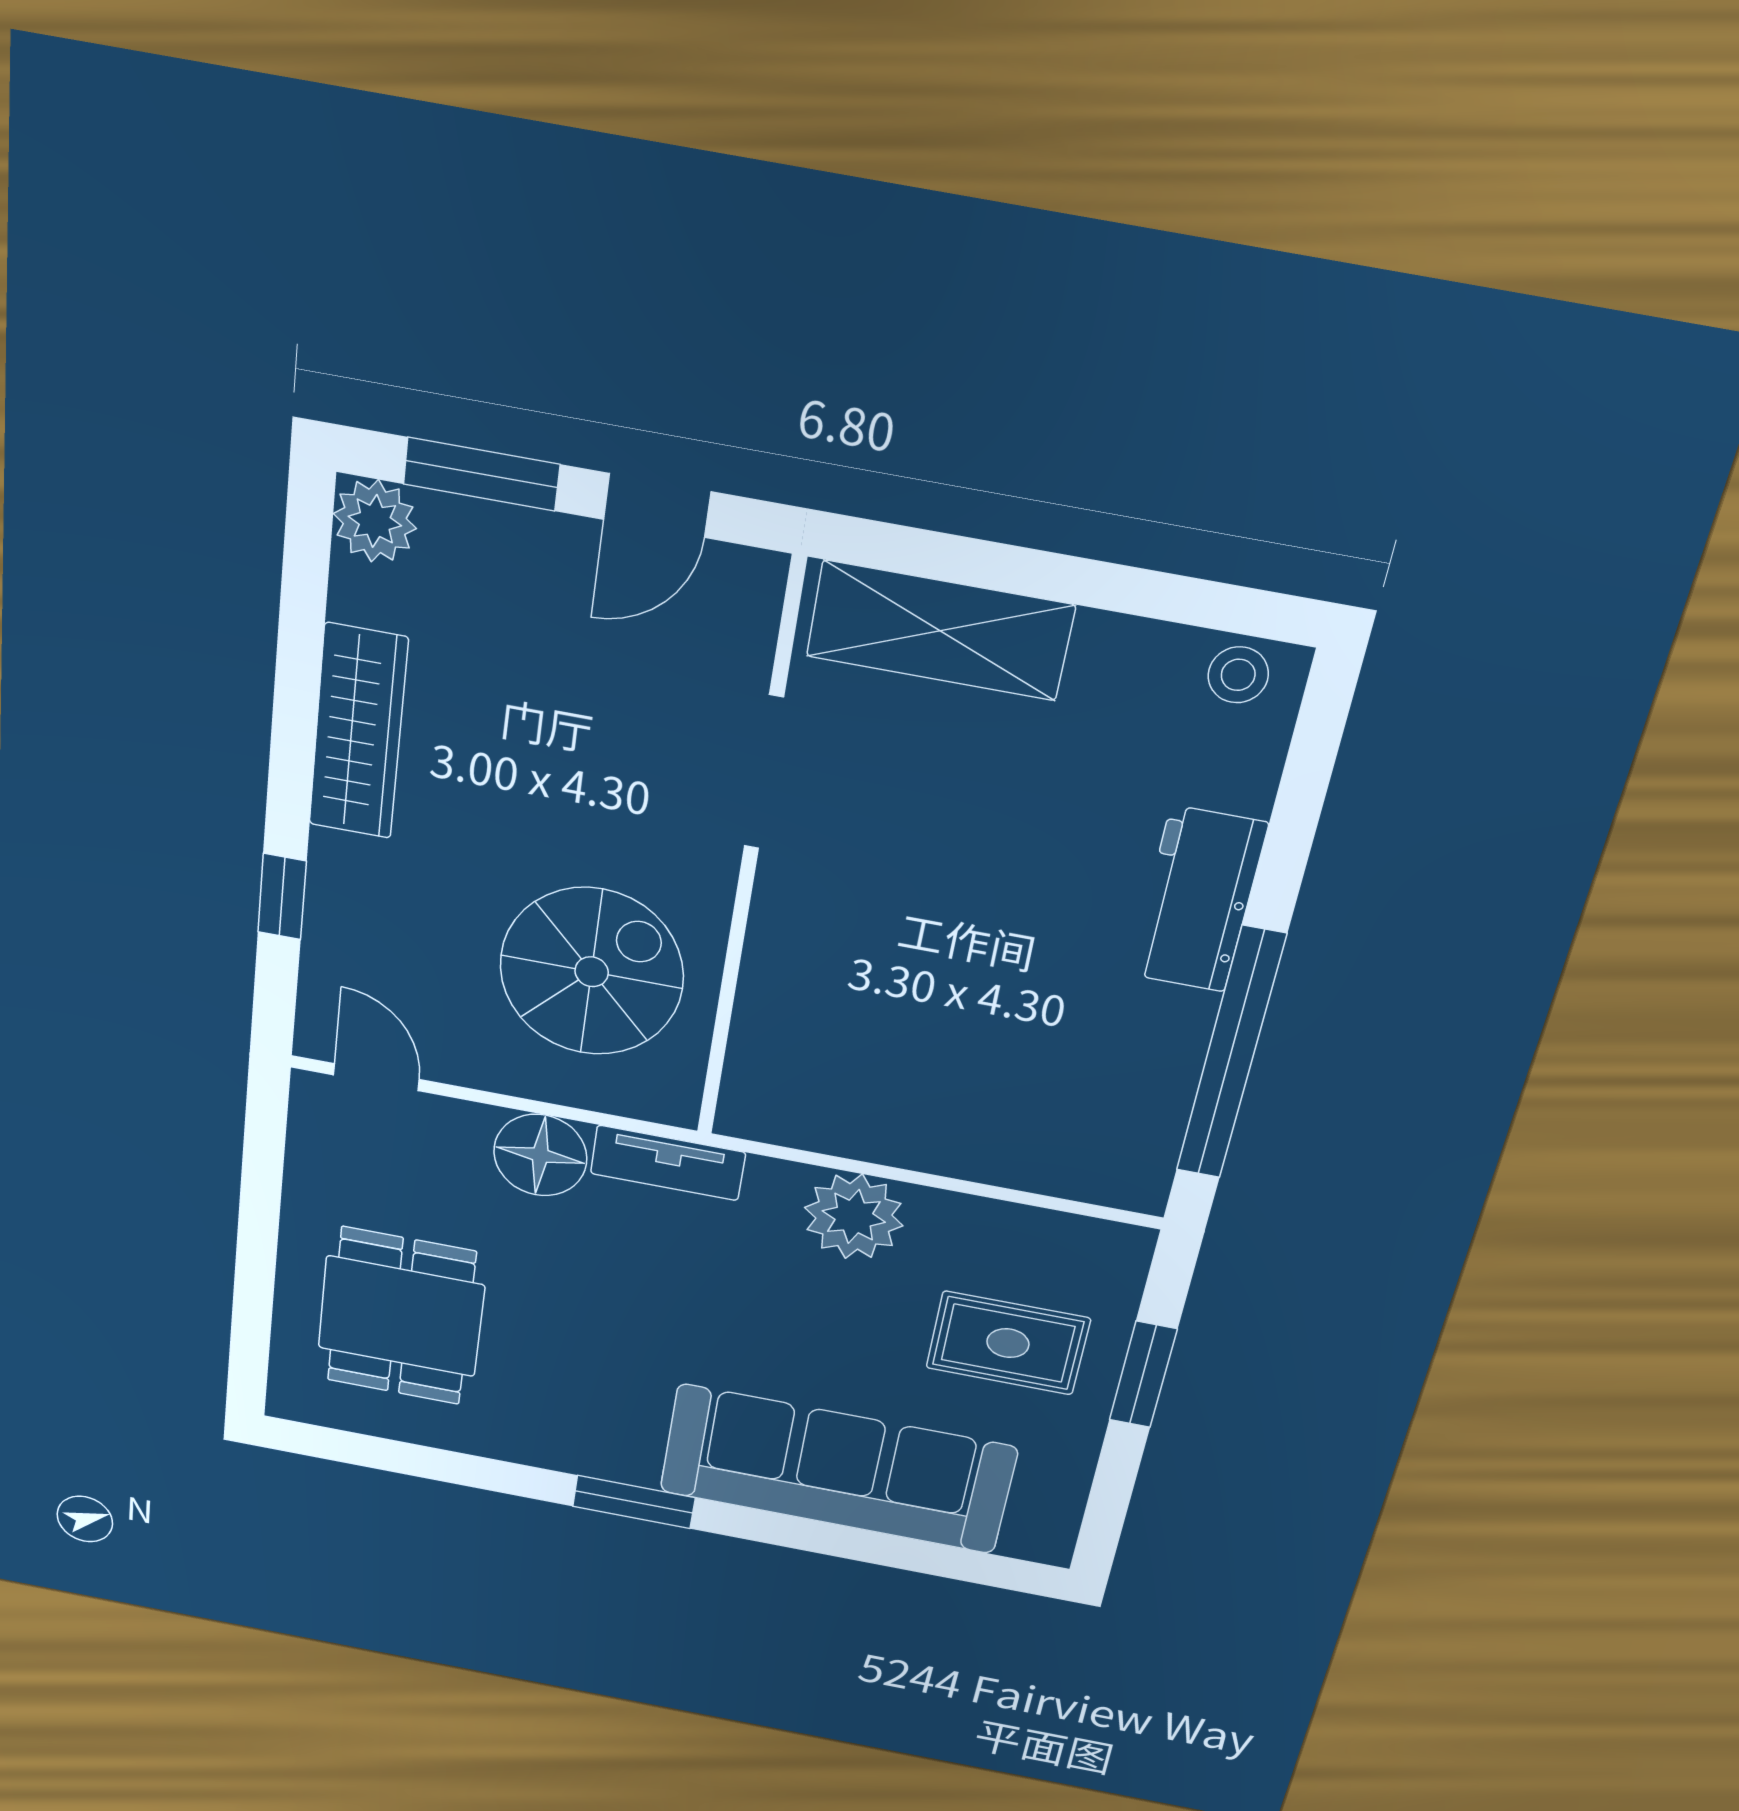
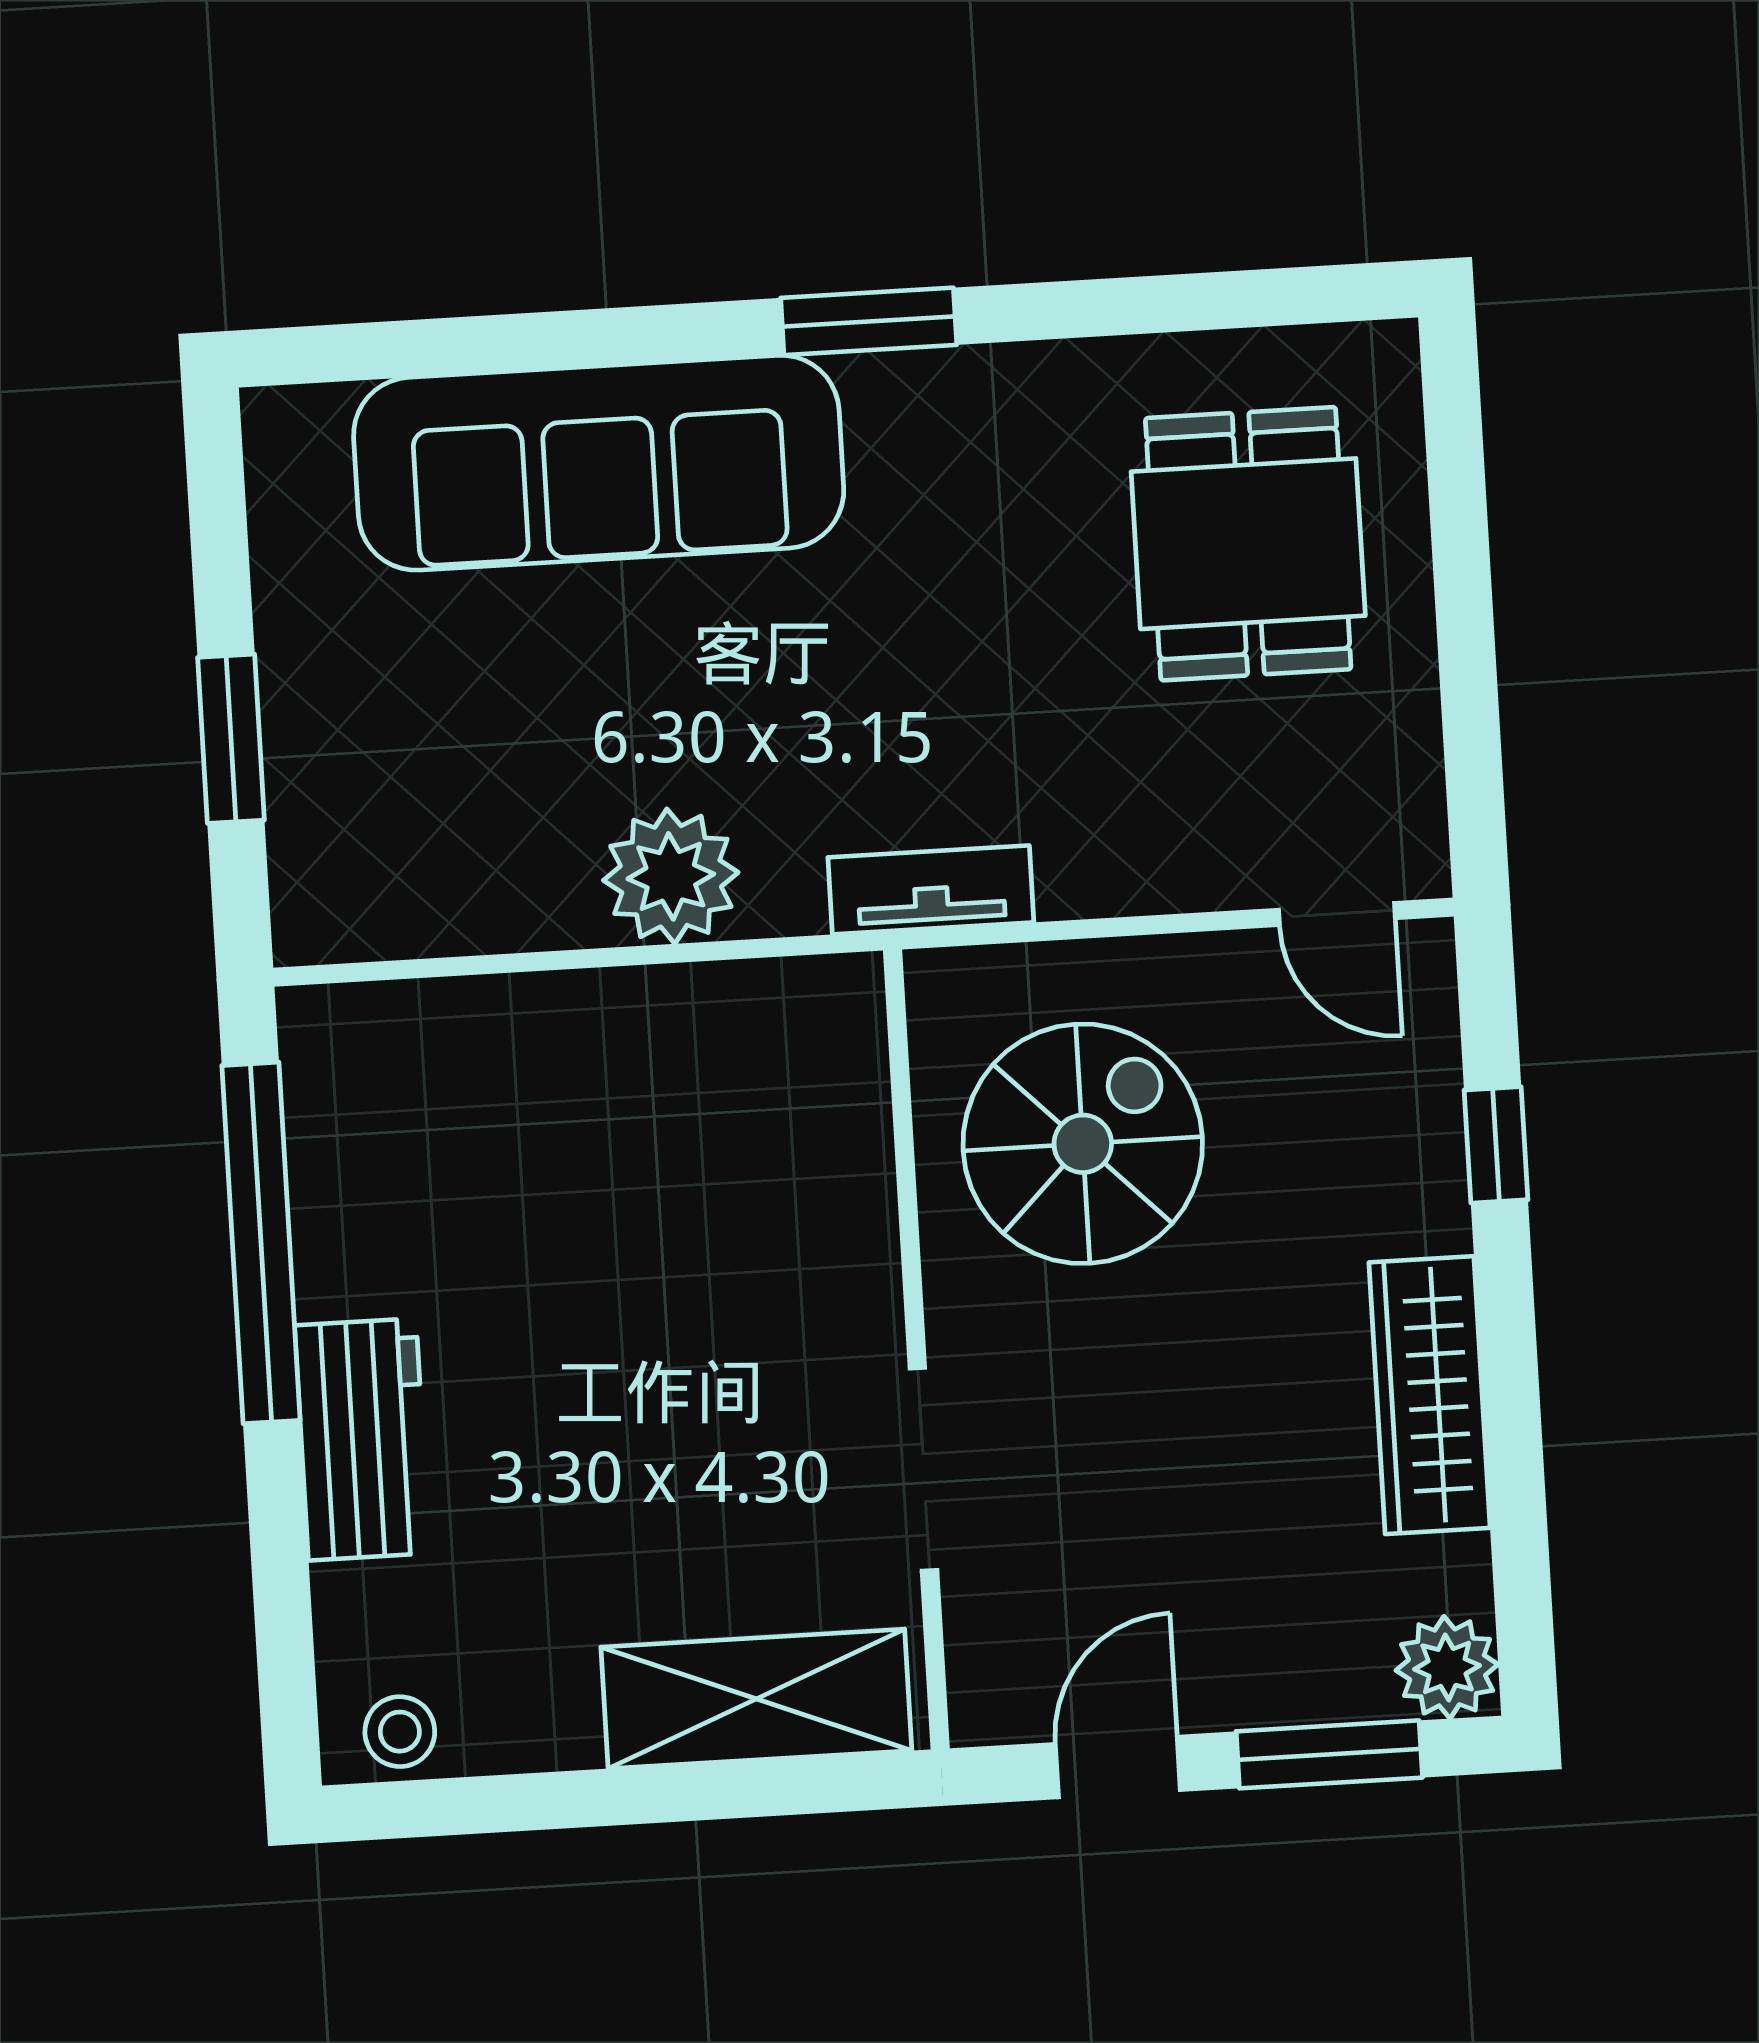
spiral stairs: (592, 972) -> (1083, 1144), turned 180
floor lamp: (540, 1155) -> (1101, 855), removed
rug: (1008, 1343) -> (421, 737), removed

